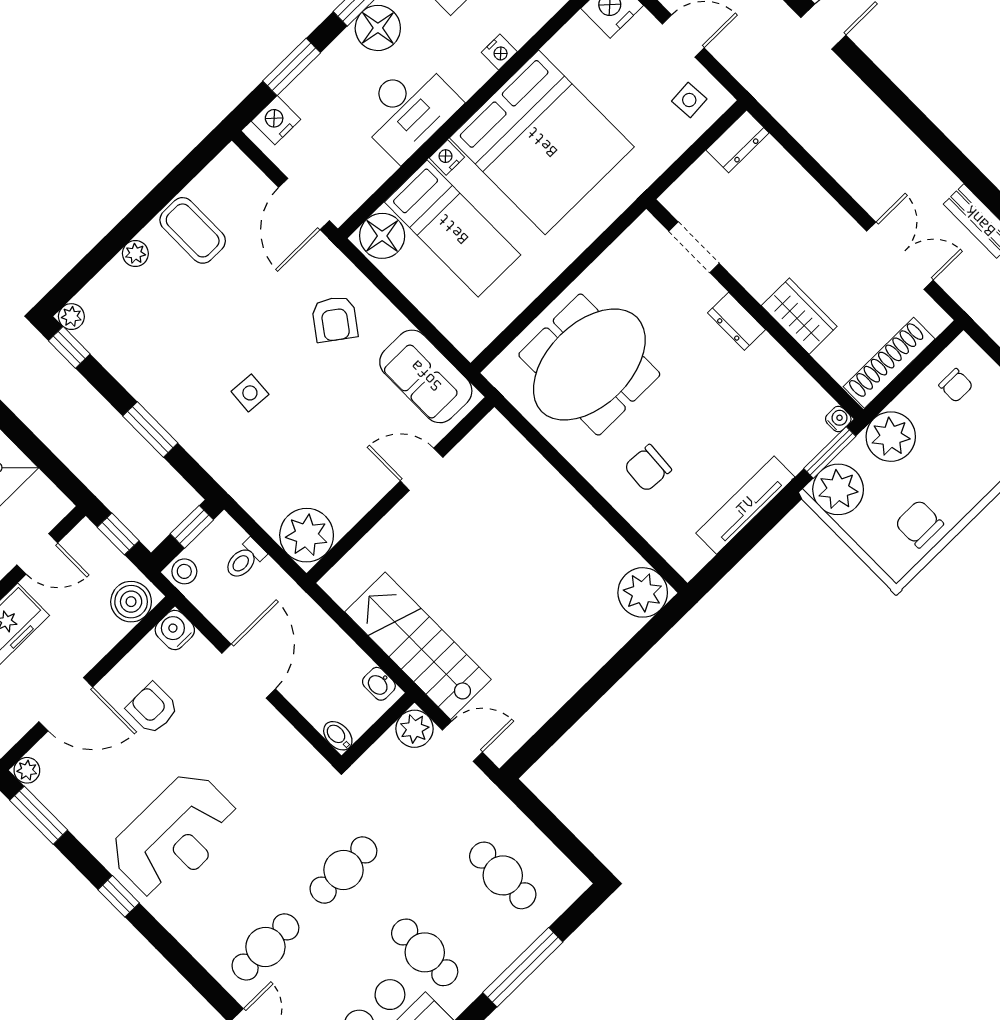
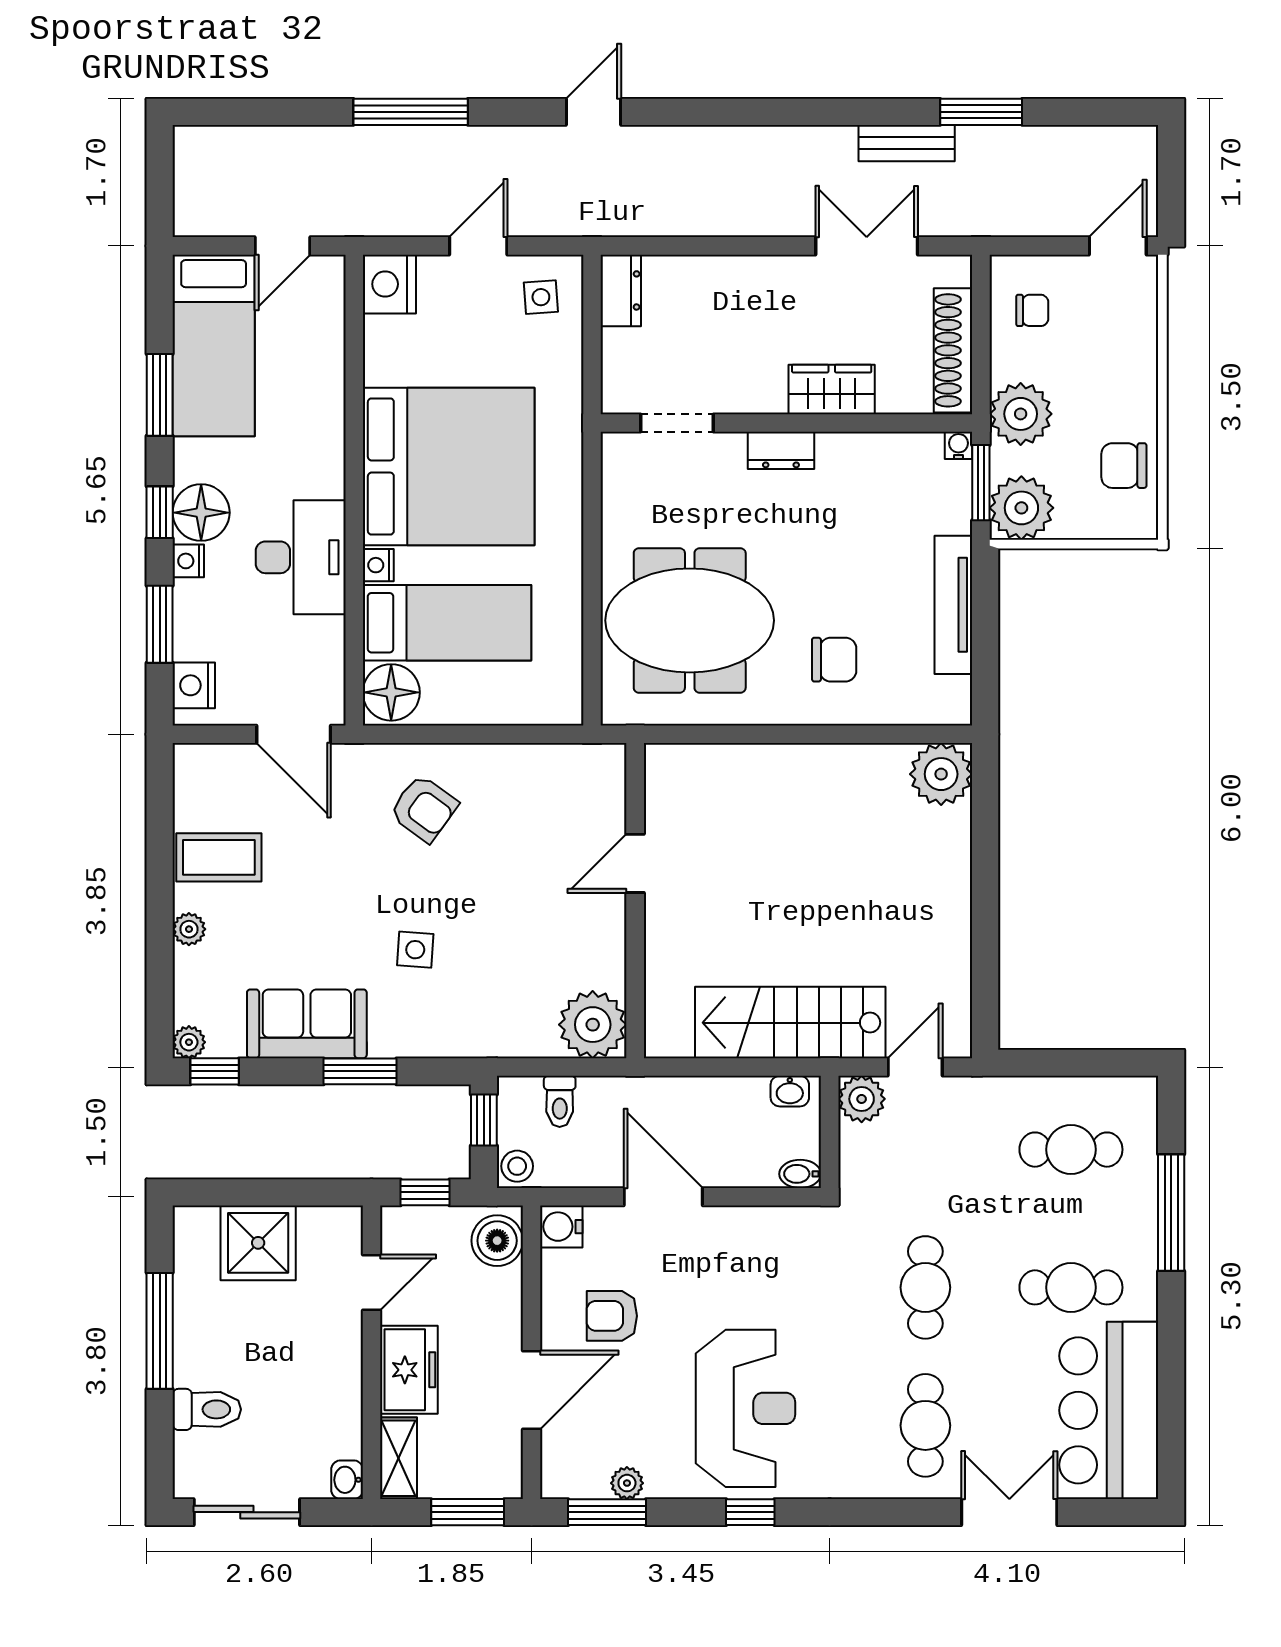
nightstand: (499, 52) -> (188, 561), moved, turned 180
meeting table: (589, 365) -> (690, 620), turned 90
sofa: (426, 376) -> (307, 1024), moved, turned 180
chair: (648, 468) -> (834, 660), turned -94
plant: (27, 770) -> (627, 1483), moved

